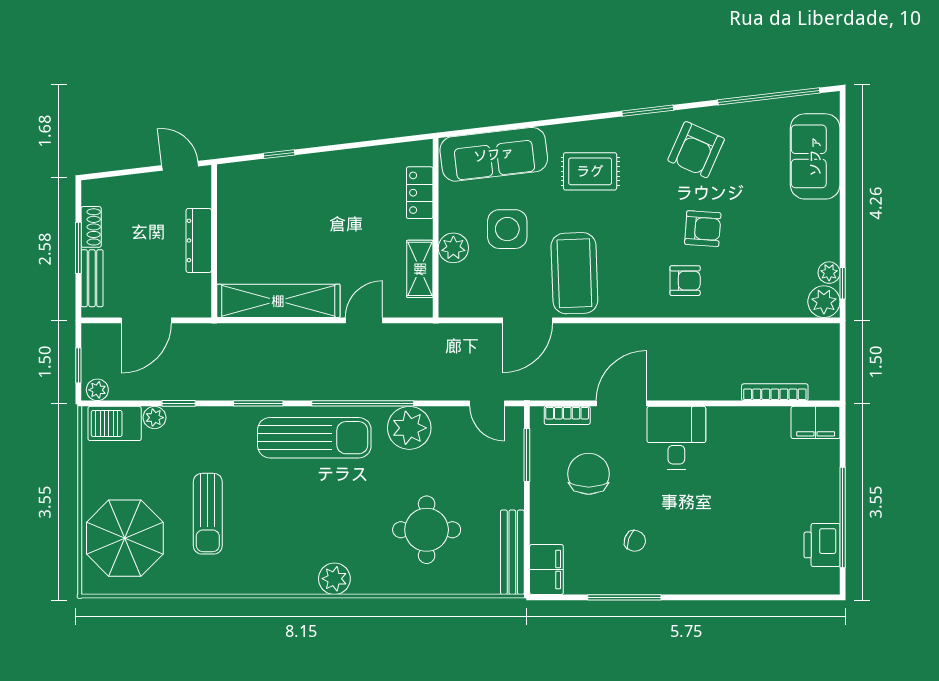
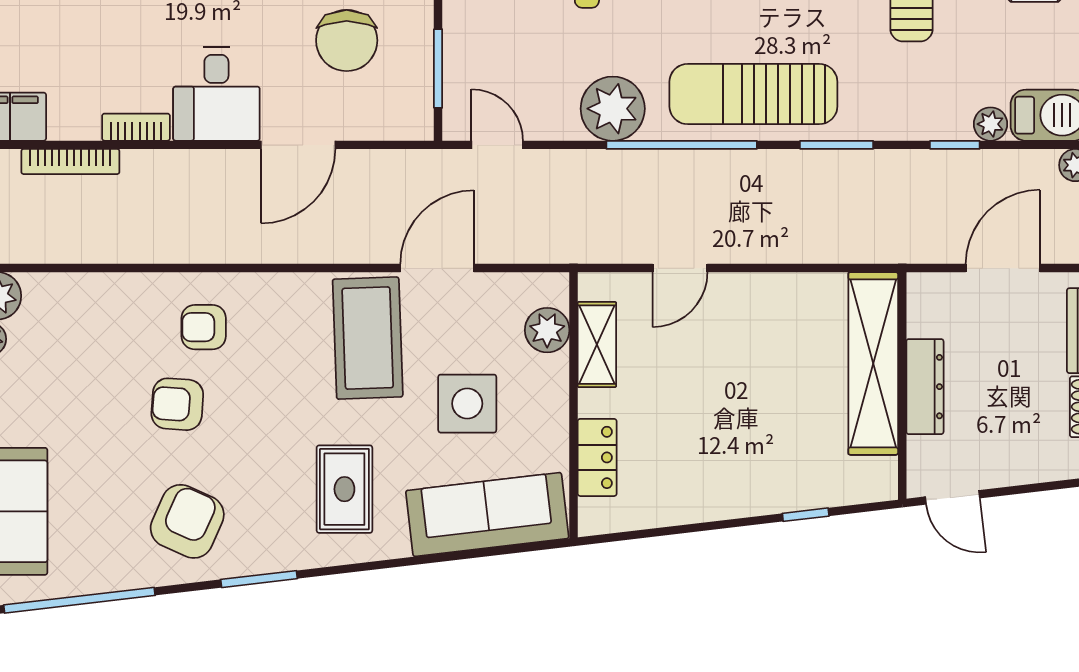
rug: (590, 171) -> (344, 489), turned 90
plant: (453, 248) -> (547, 330), moved
shelving: (278, 301) -> (873, 363), moved, turned 90
bookcase: (567, 415) -> (136, 127), moved

